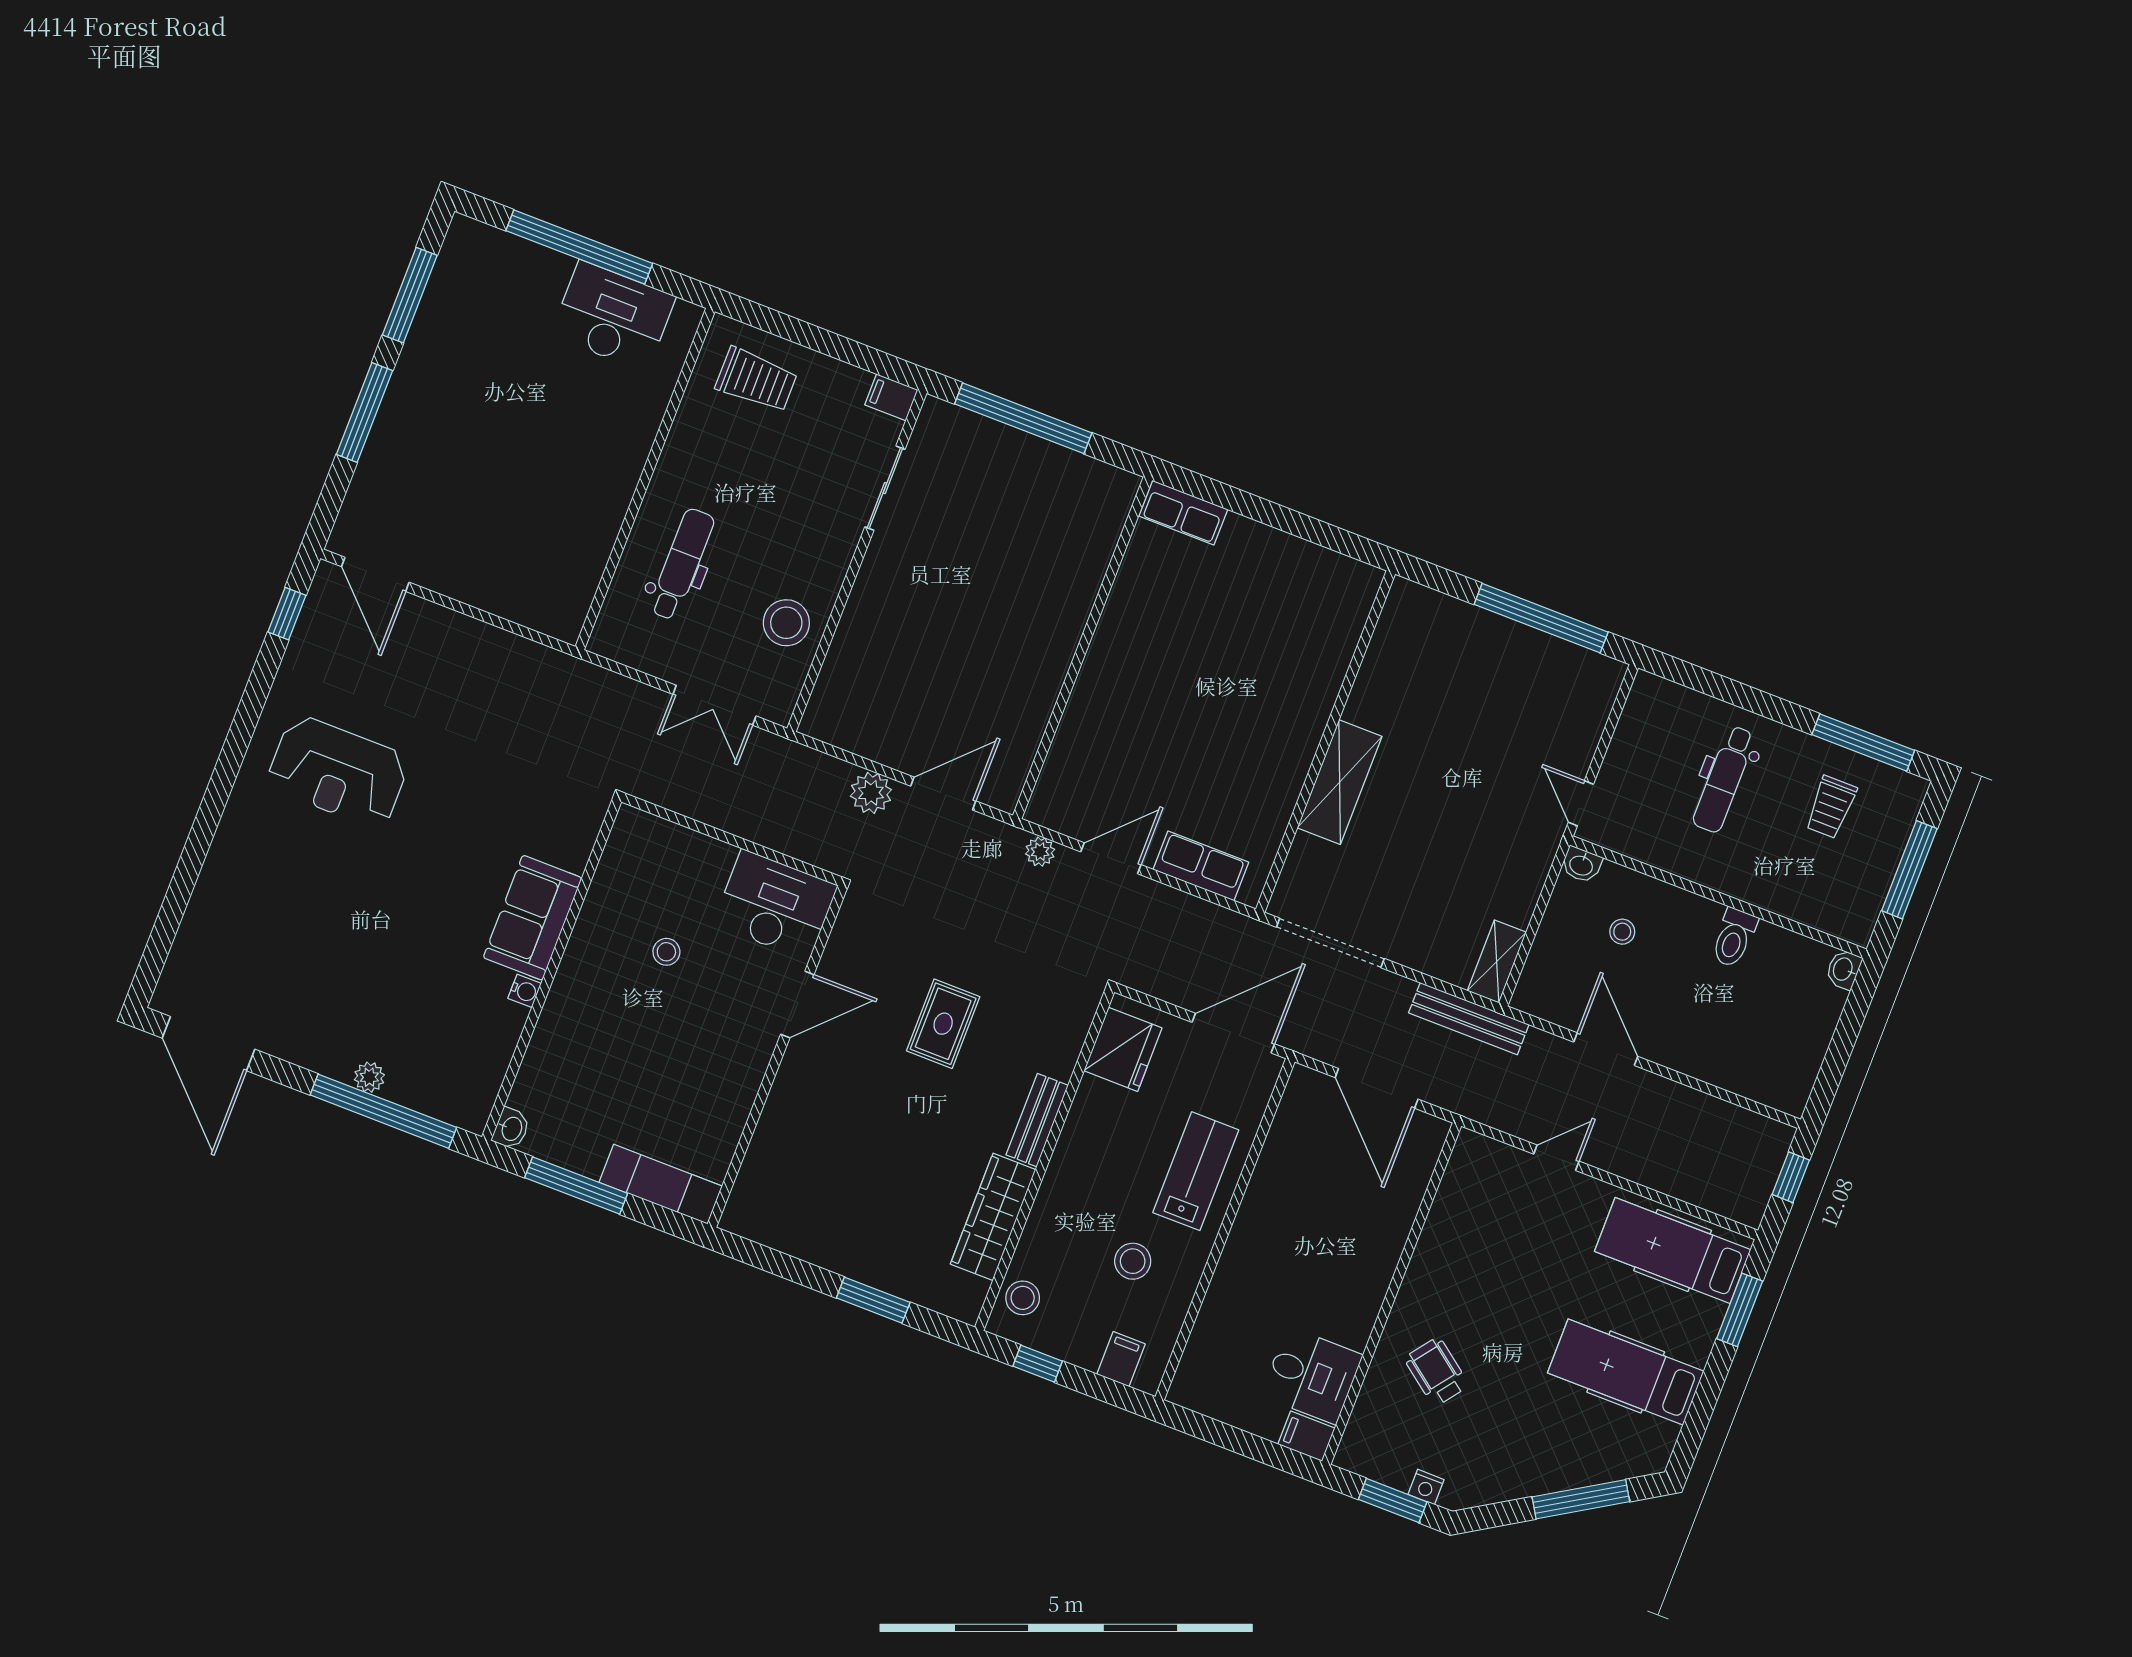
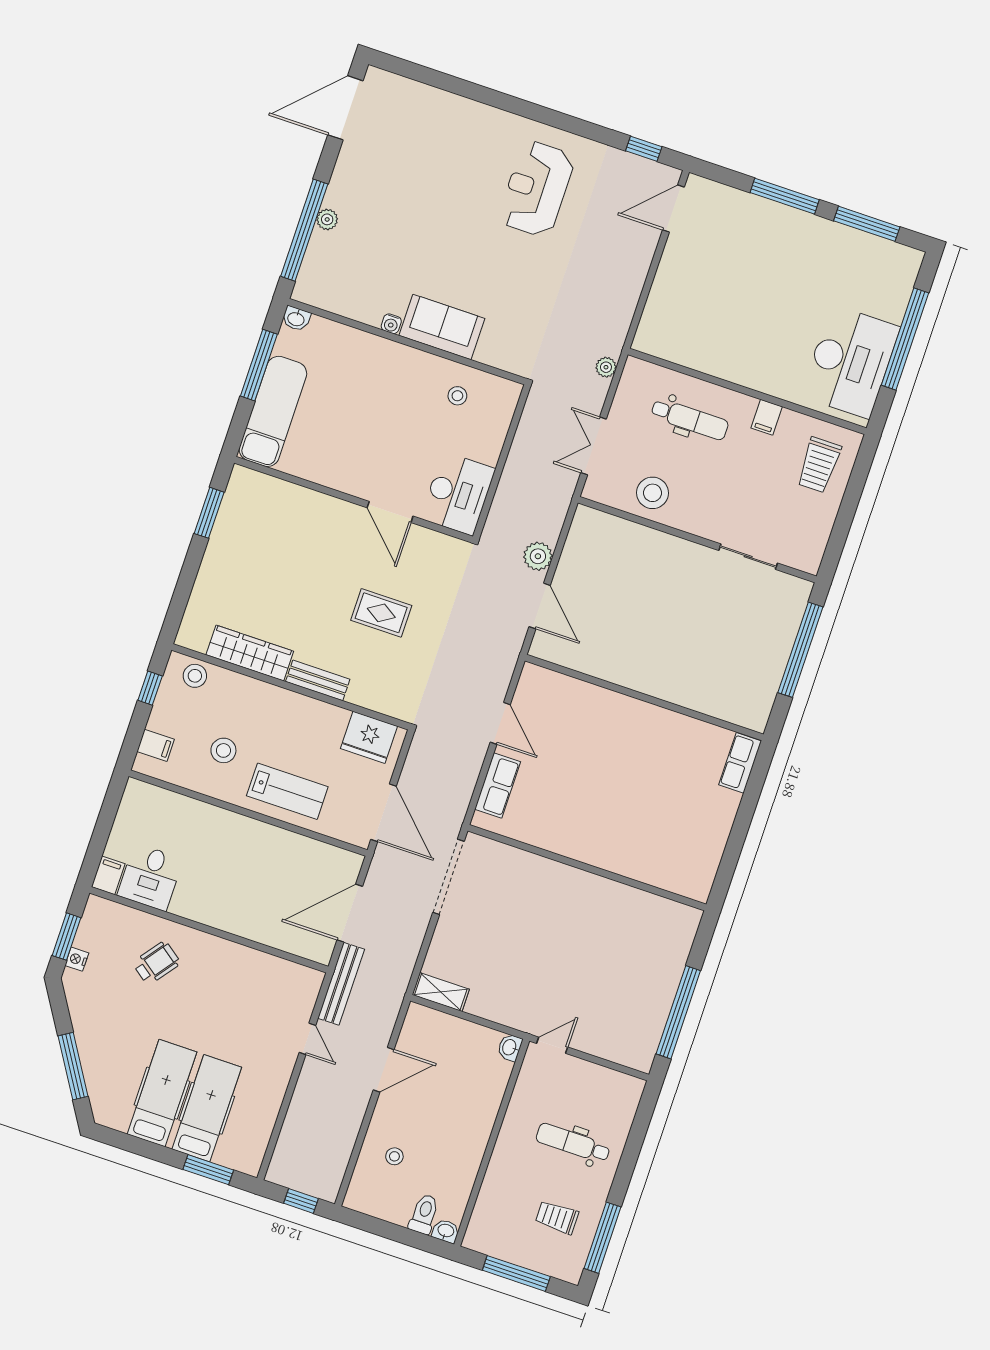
desk: (613, 316) -> (850, 362), width x1.36, depth x1.30
filing cabinet: (891, 397) -> (767, 417), moved, turned 180
shelving: (1340, 782) -> (559, 878), removed
plant: (1040, 852) -> (606, 367), moved
stool: (1622, 932) -> (394, 1156), moved
toilet: (1734, 938) -> (424, 1214), moved, turned 90
stool: (666, 952) -> (457, 396), moved
bench: (1469, 1019) -> (341, 984), moved
exam couch: (661, 1184) -> (273, 411), width x1.36, depth x1.45
hospital bed: (1673, 1250) -> (207, 1108), moved
window: (873, 1300) -> (209, 513), moved

